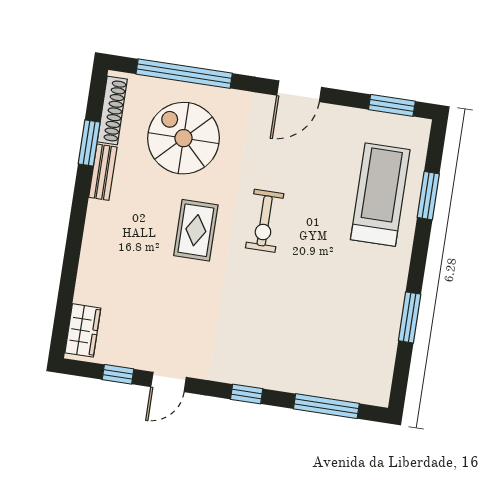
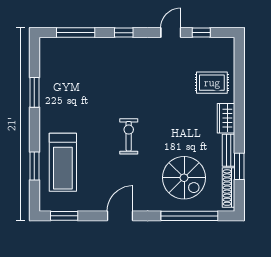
rug: (196, 230) -> (212, 83), moved, turned 90
wardrobe: (83, 330) -> (226, 118), moved

